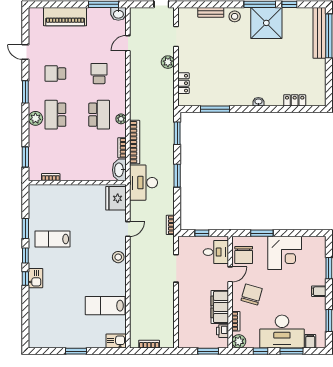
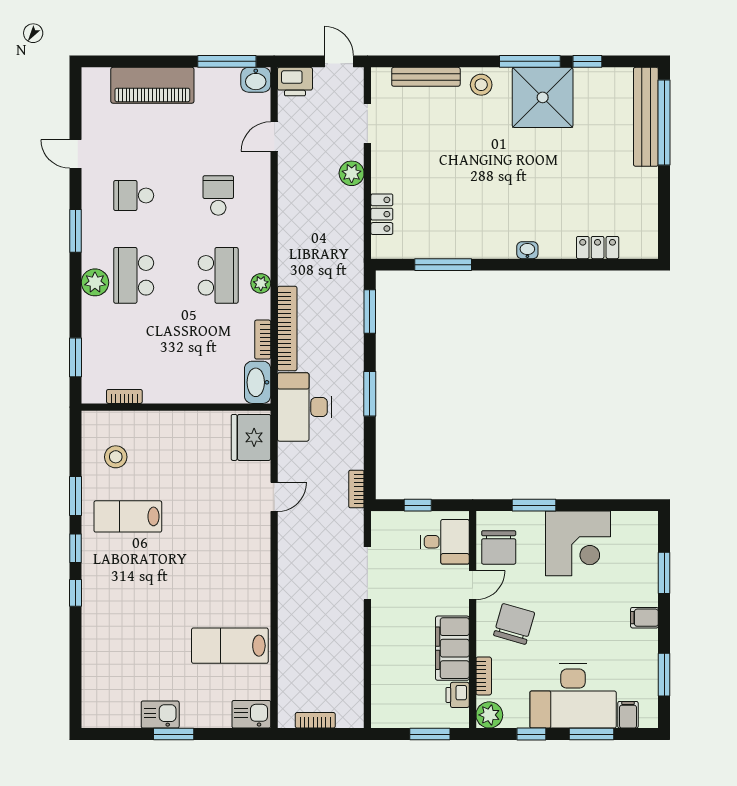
bench: (211, 12) -> (426, 77), width x1.36
printer: (139, 15) -> (295, 82), added
stool: (118, 257) -> (116, 457), moved
kitchen sink: (36, 278) -> (160, 715), moved, turned -90

